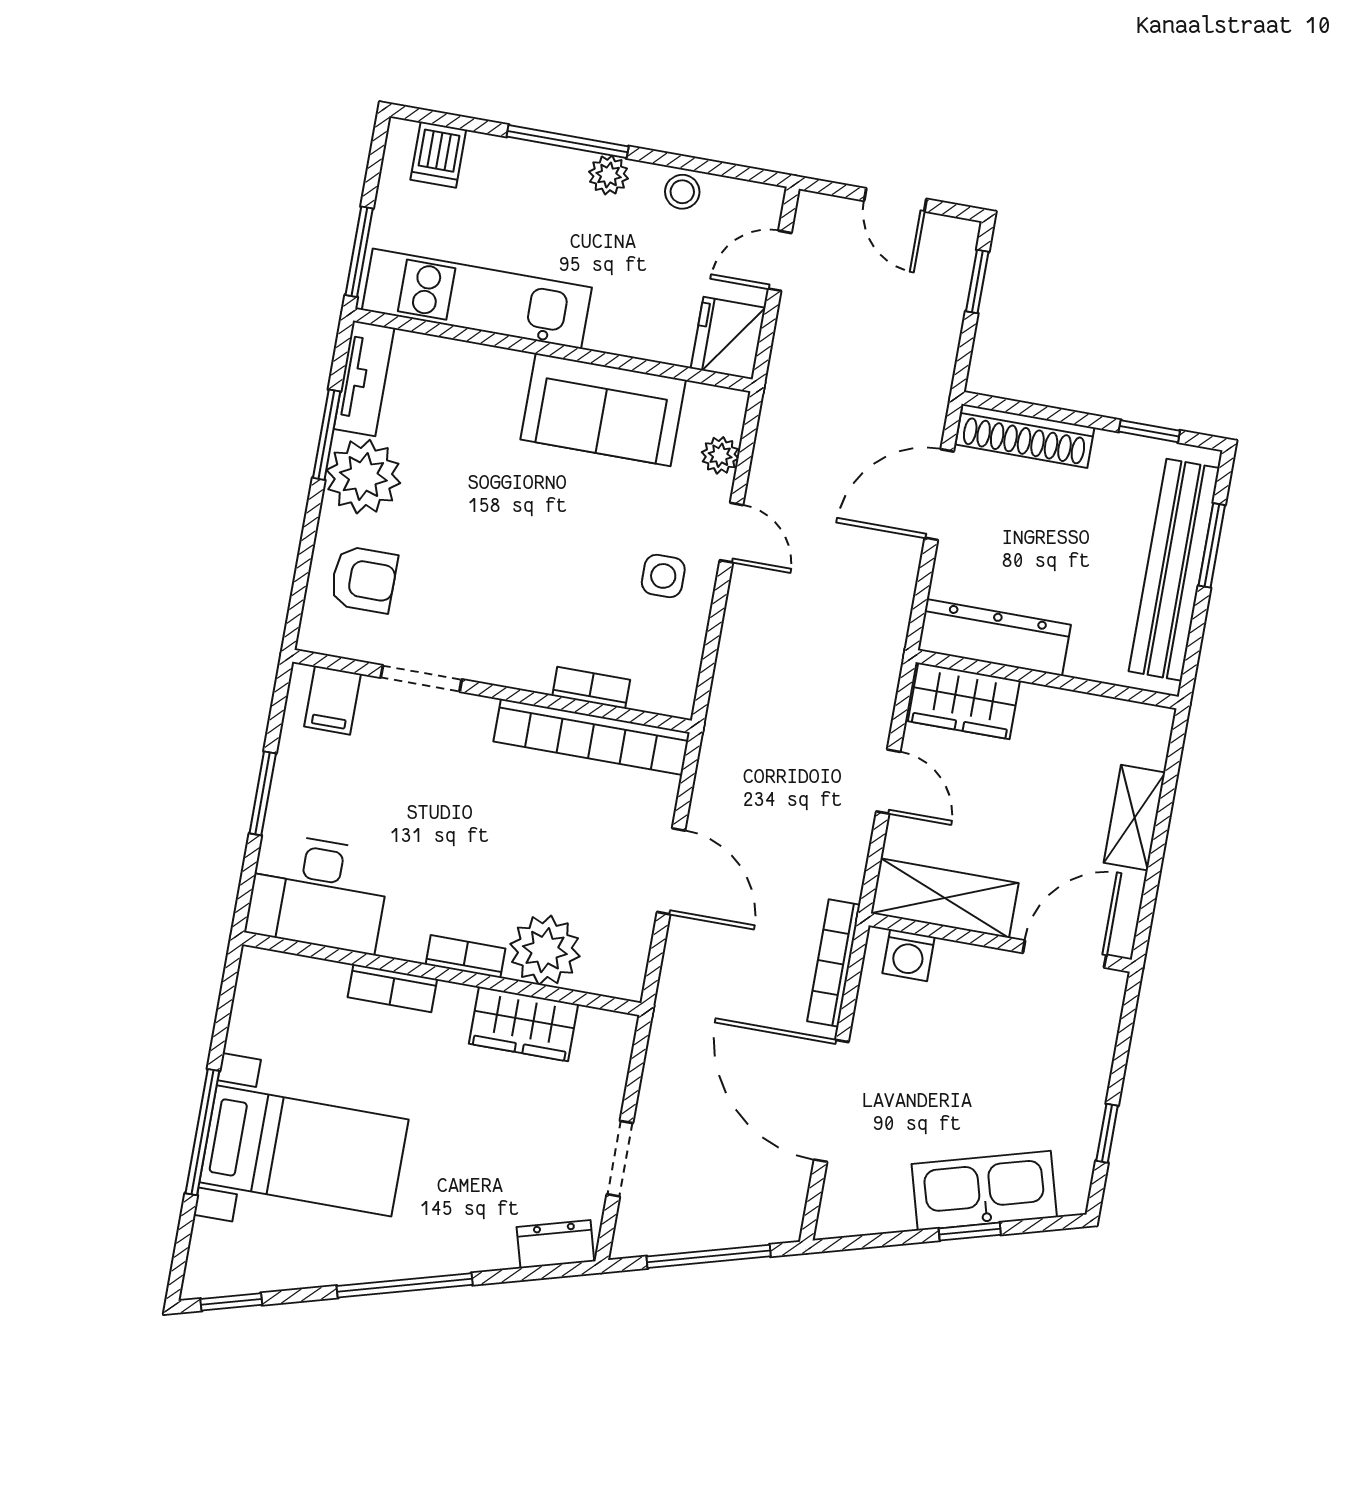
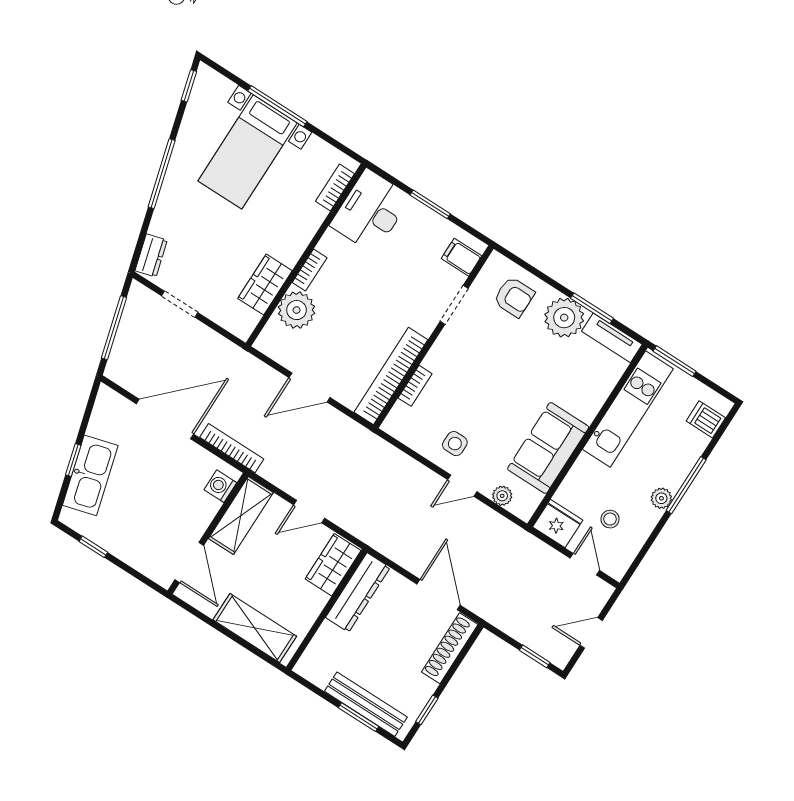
stool: (682, 192) -> (610, 519), moved
bench: (1174, 570) -> (366, 704), width x0.73, depth x0.82
armchair: (364, 579) -> (514, 297), turned -90
shelving: (1134, 818) -> (255, 628), width x1.50, depth x1.33
bookcase: (392, 988) -> (335, 187), moved

